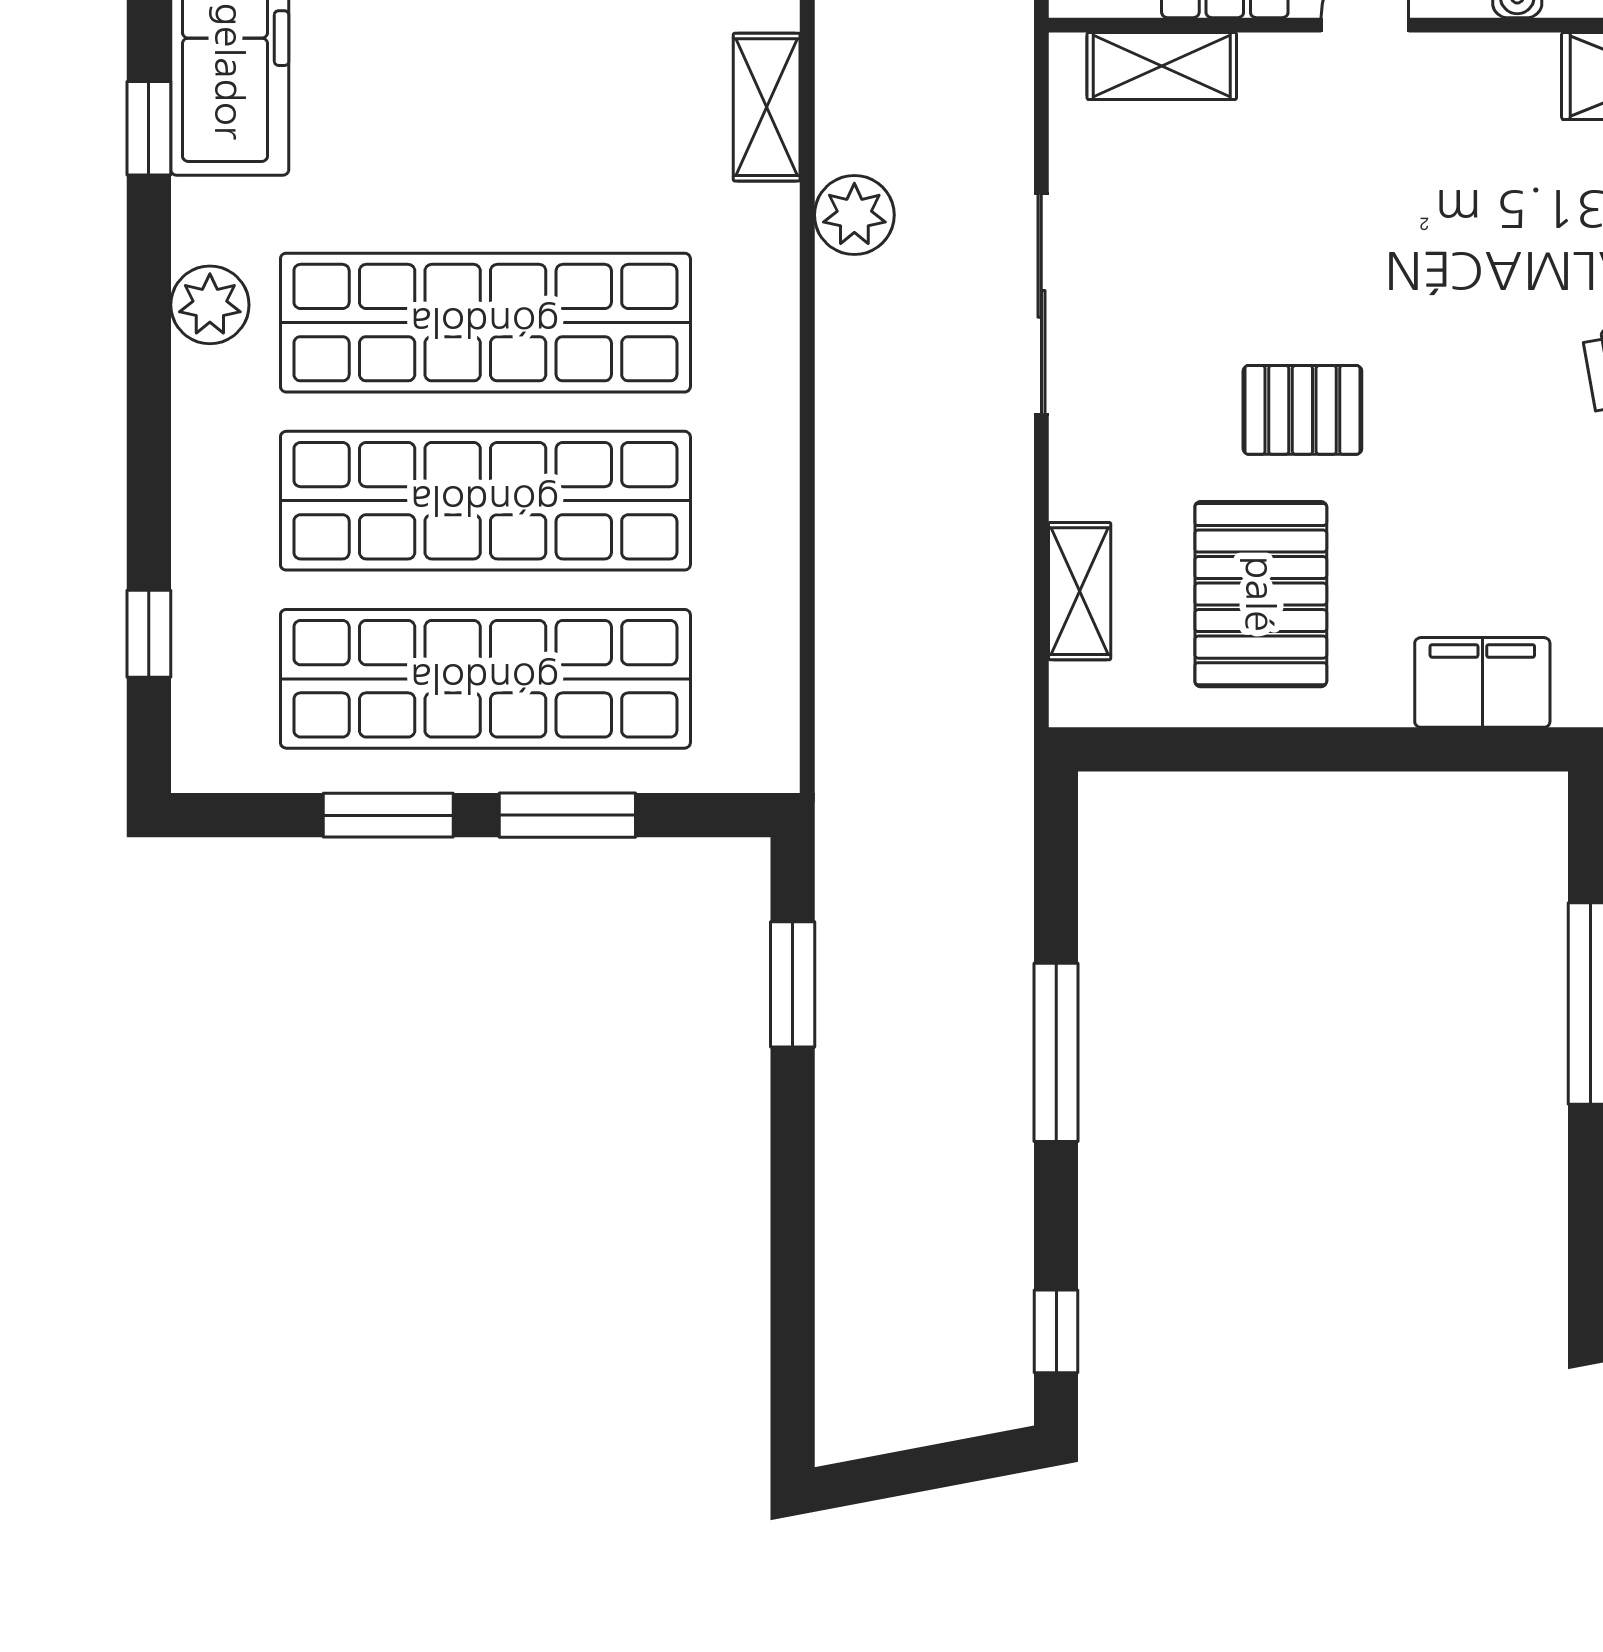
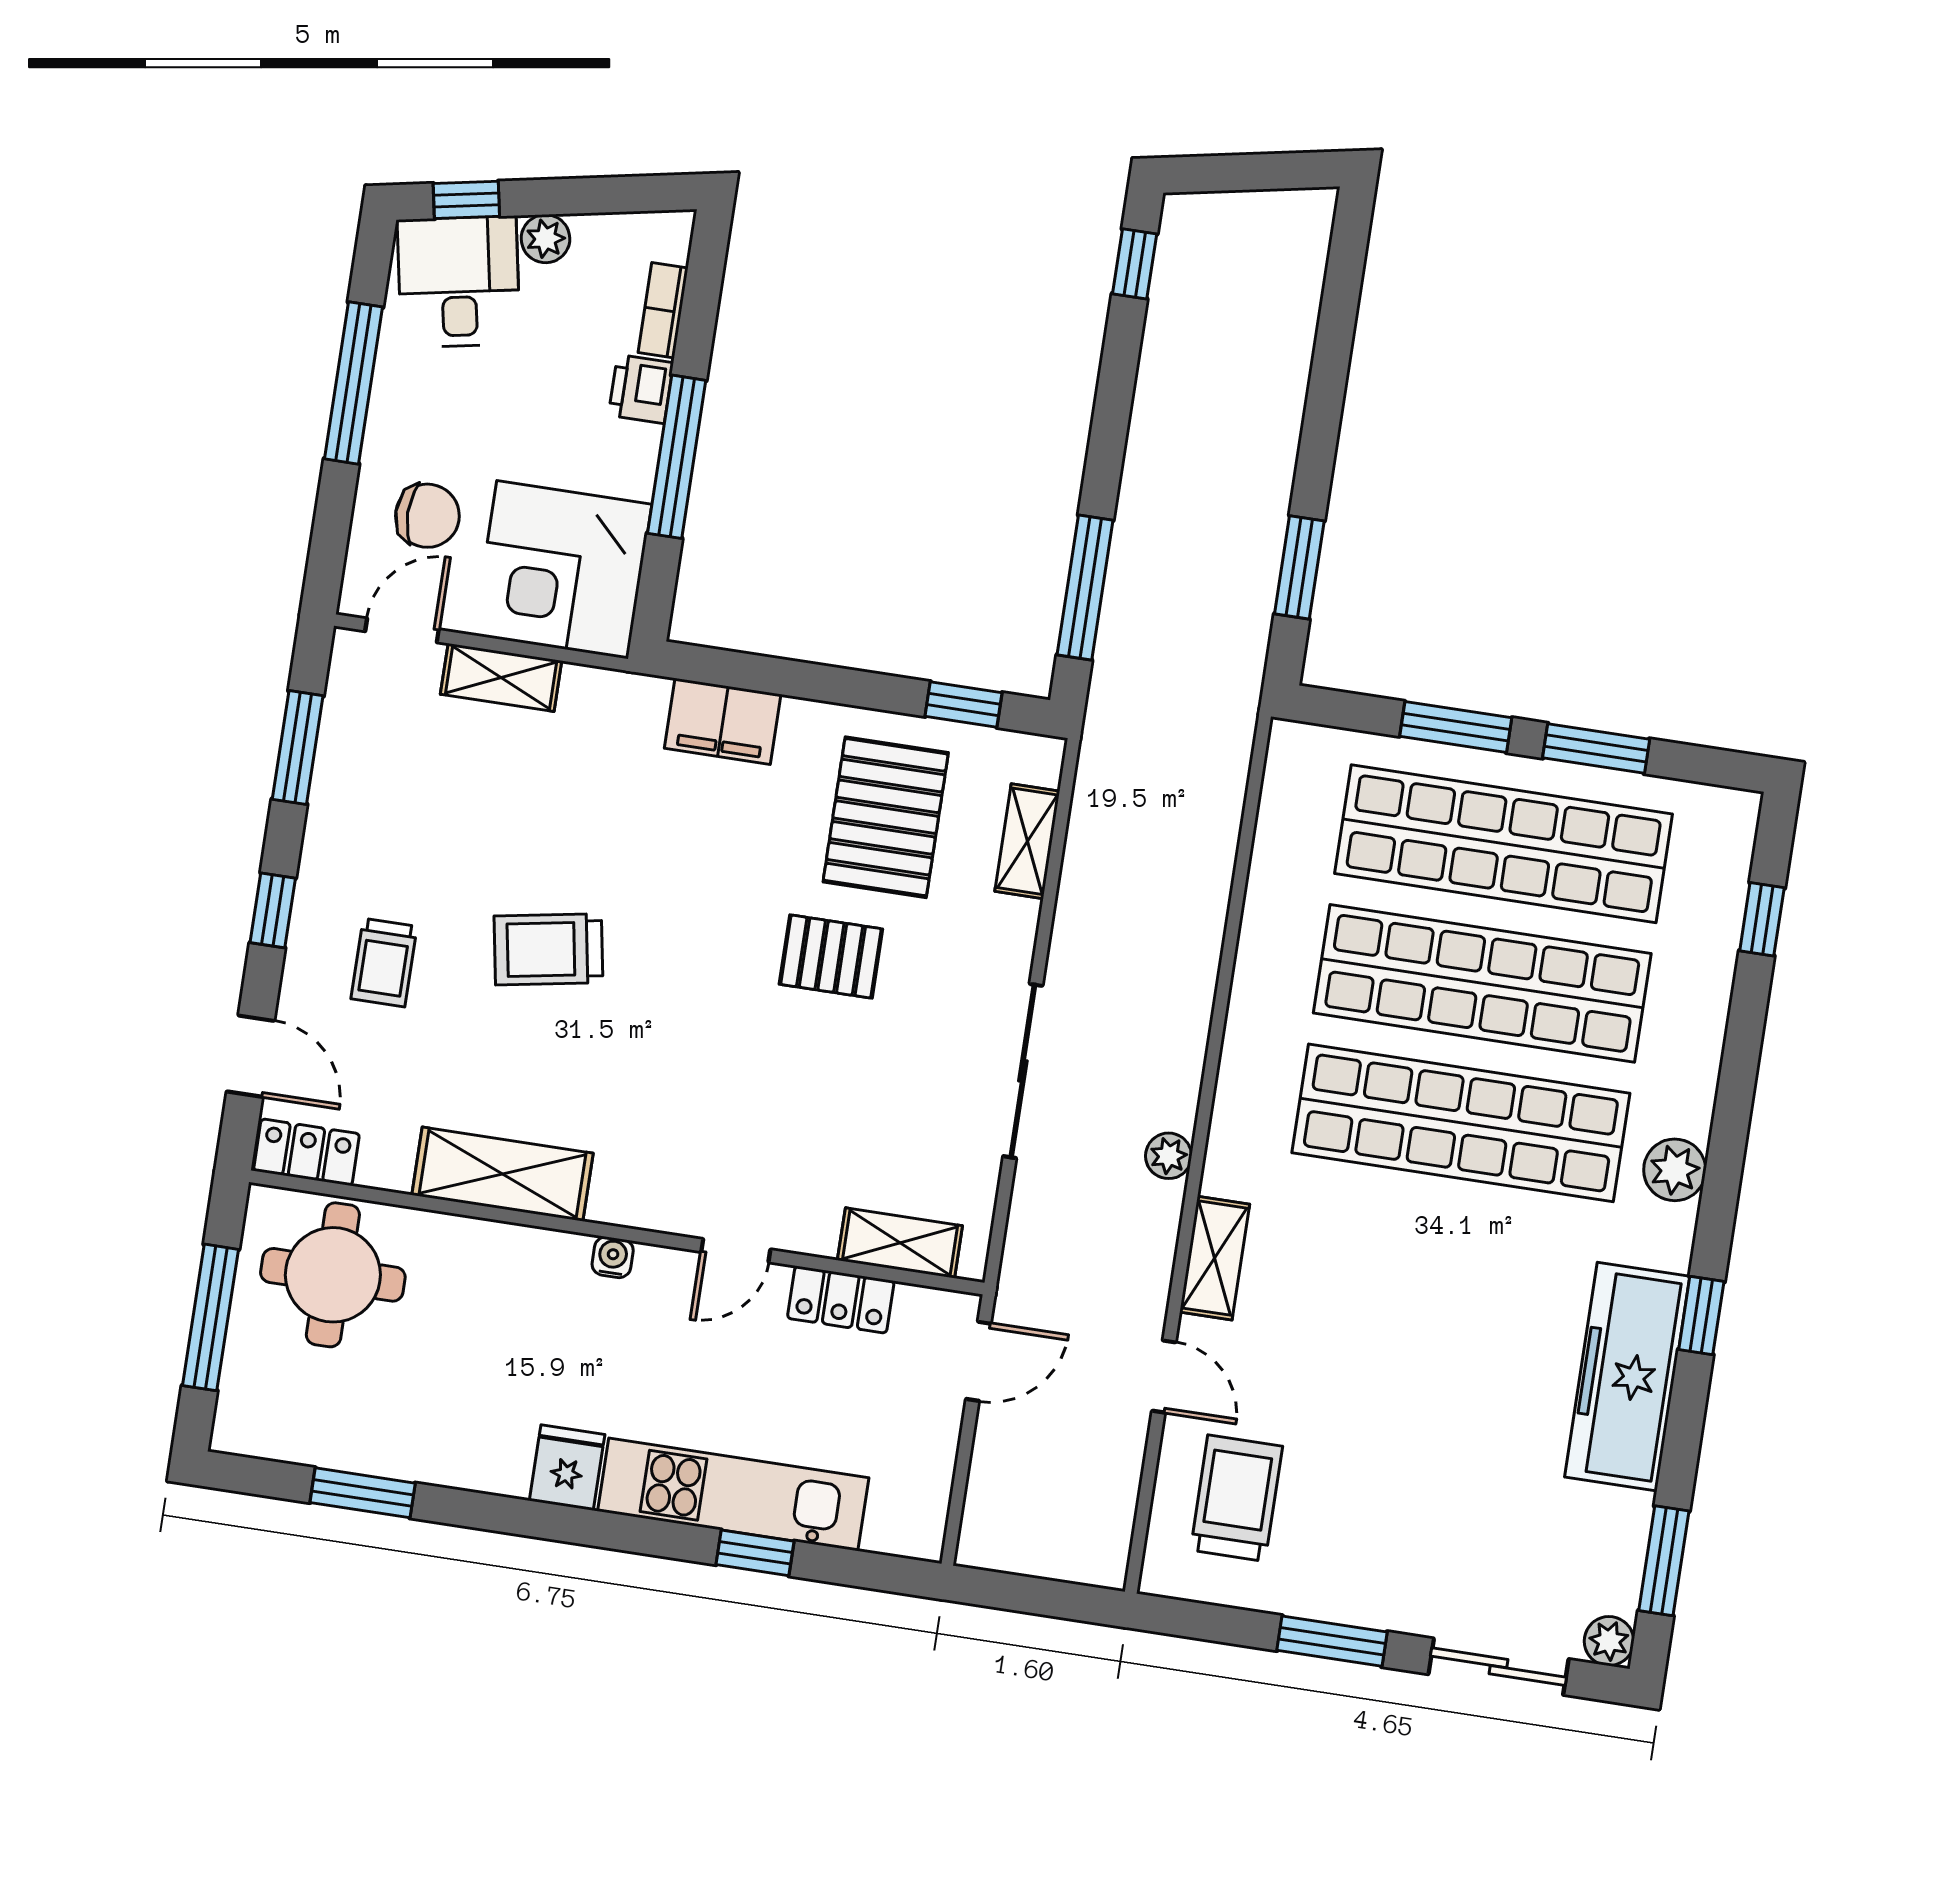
plant: (854, 215) -> (1169, 1156), width x0.73, depth x0.73
window: (1185, 749) -> (964, 705), added
window: (1056, 1052) -> (1085, 588), moved

